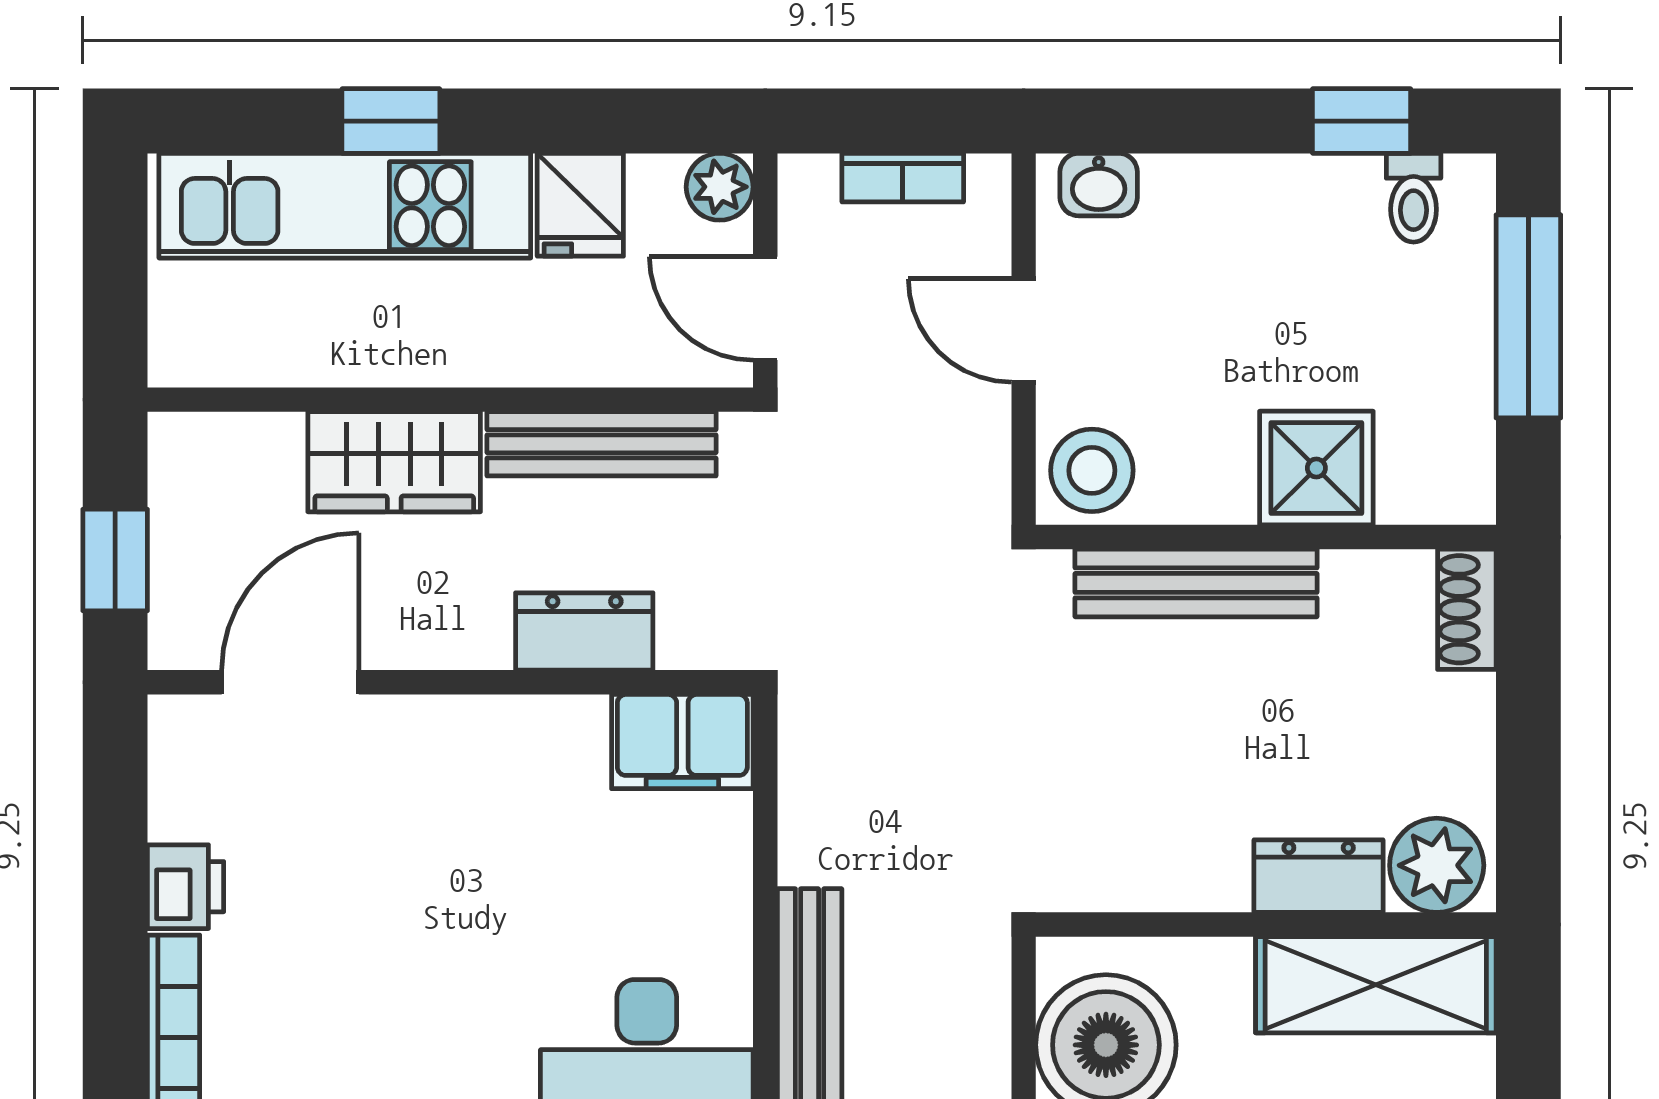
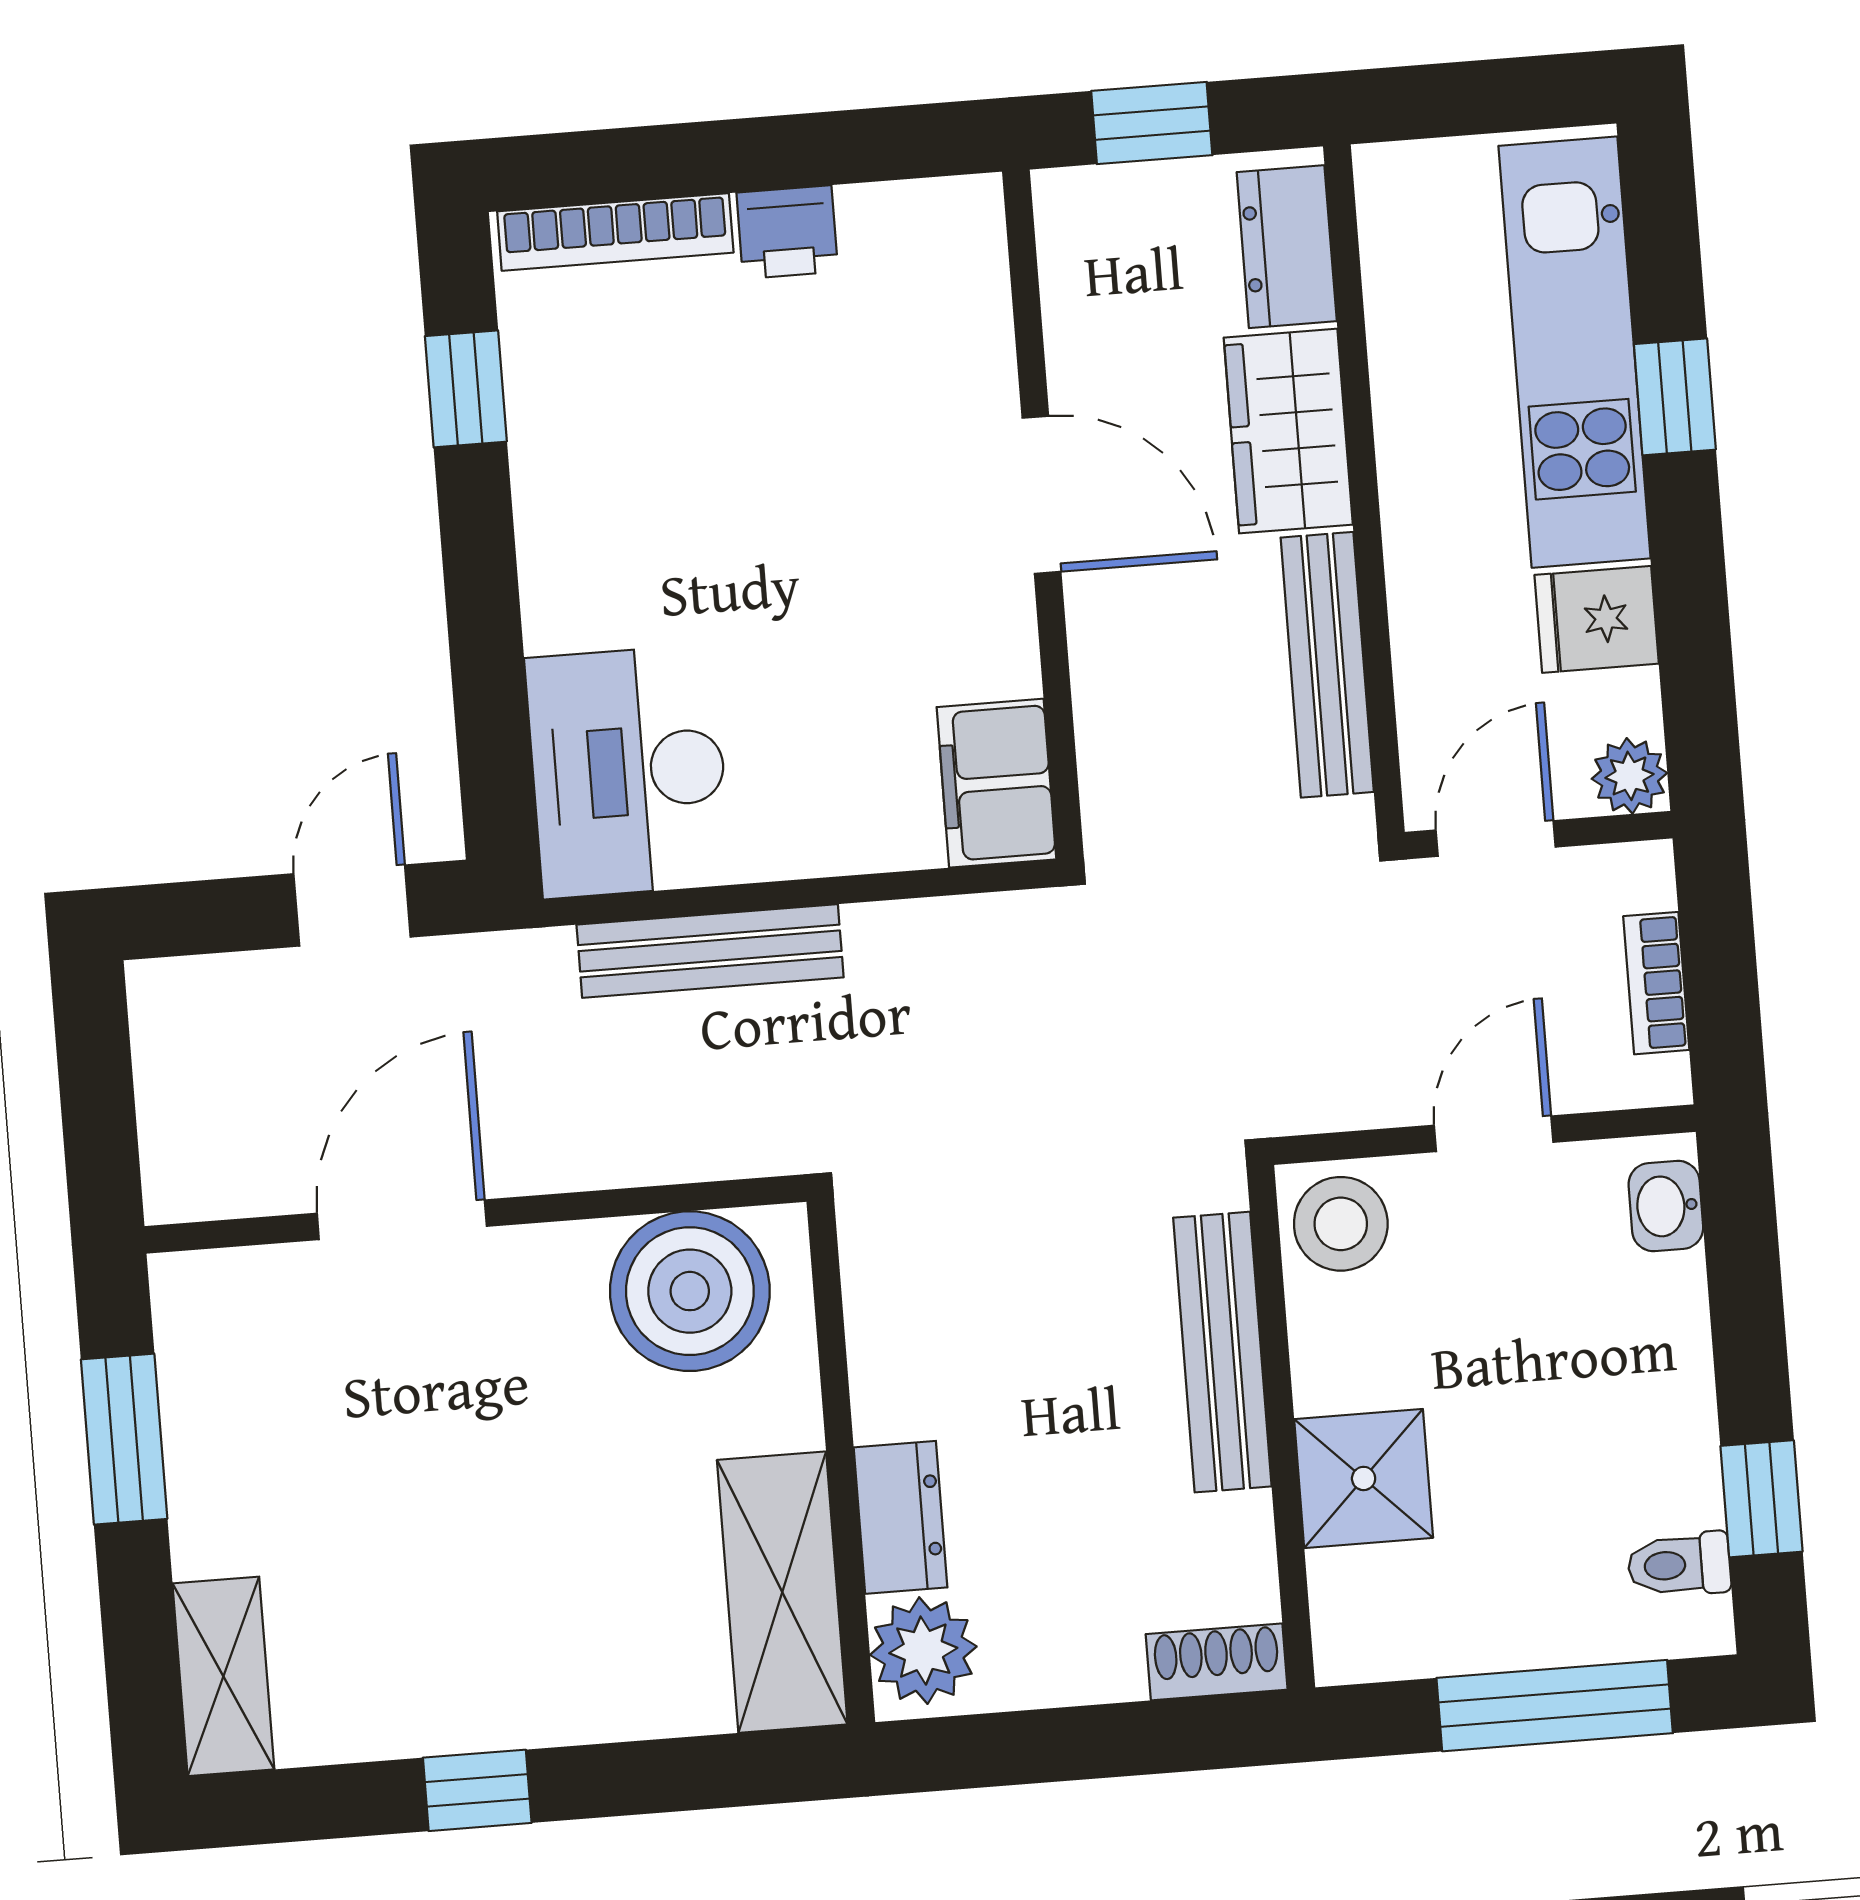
dresser: (584, 631) -> (1287, 247), moved, turned 180
door: (290, 682) -> (1041, 495), moved

